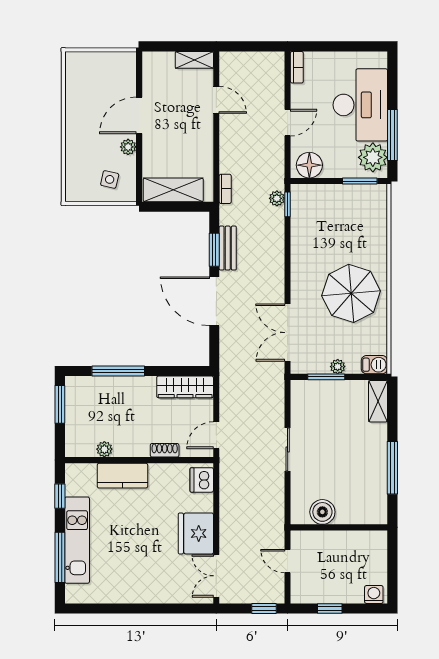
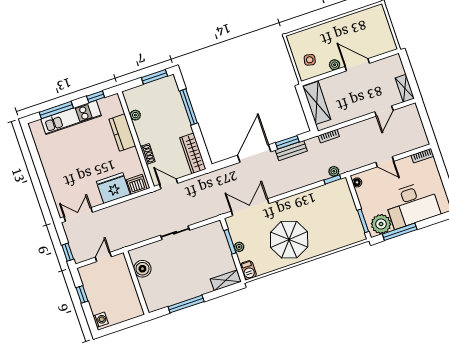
floor lamp: (309, 165) -> (357, 182), width x0.53, depth x0.53
fridge: (196, 533) -> (113, 188), moved

